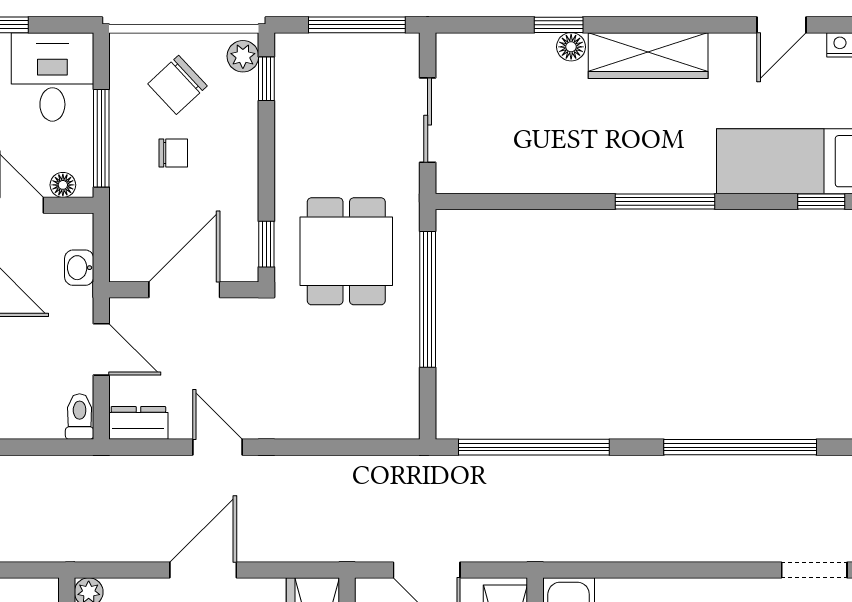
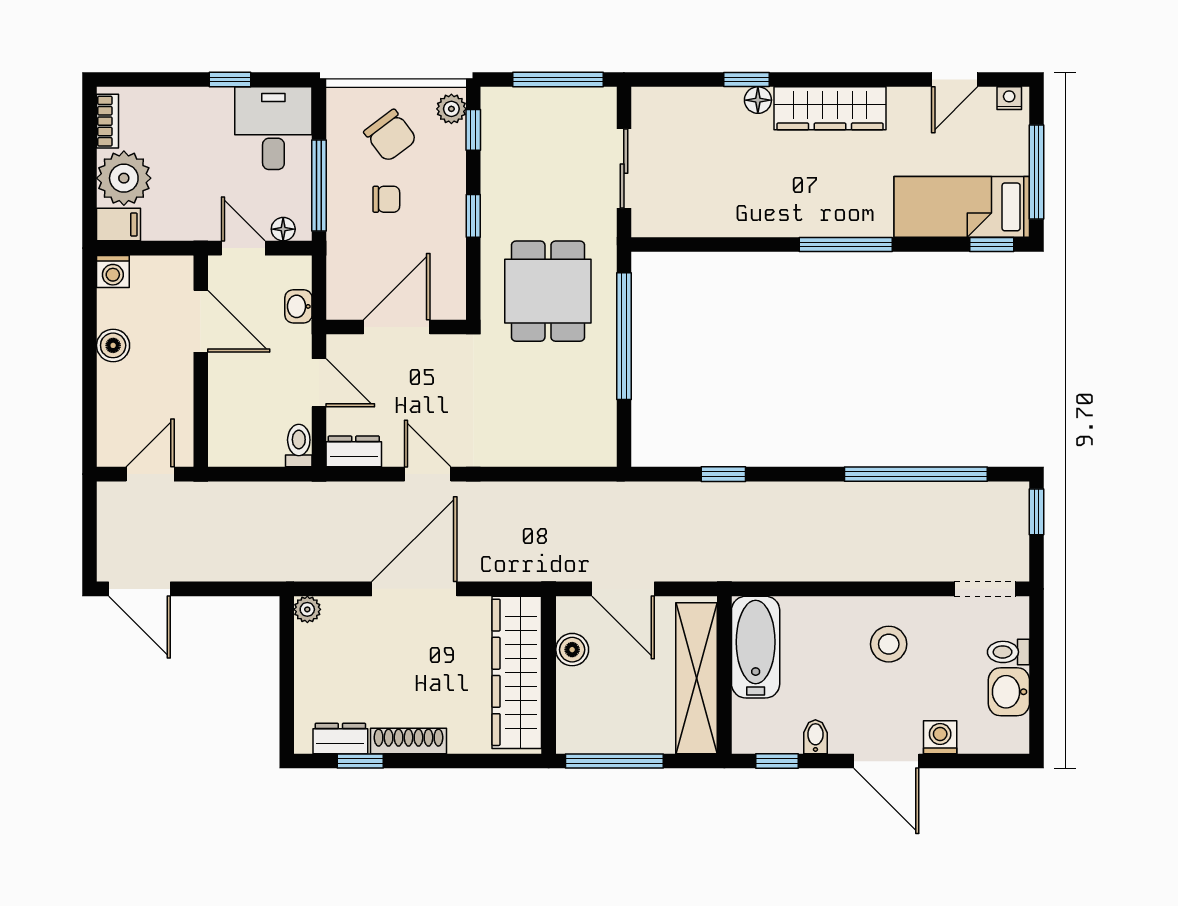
chair: (178, 85) -> (390, 136), turned -84
window: (266, 244) -> (473, 216), moved
window: (534, 447) -> (723, 474), width x0.32
door: (203, 570) -> (414, 589), width x1.36

